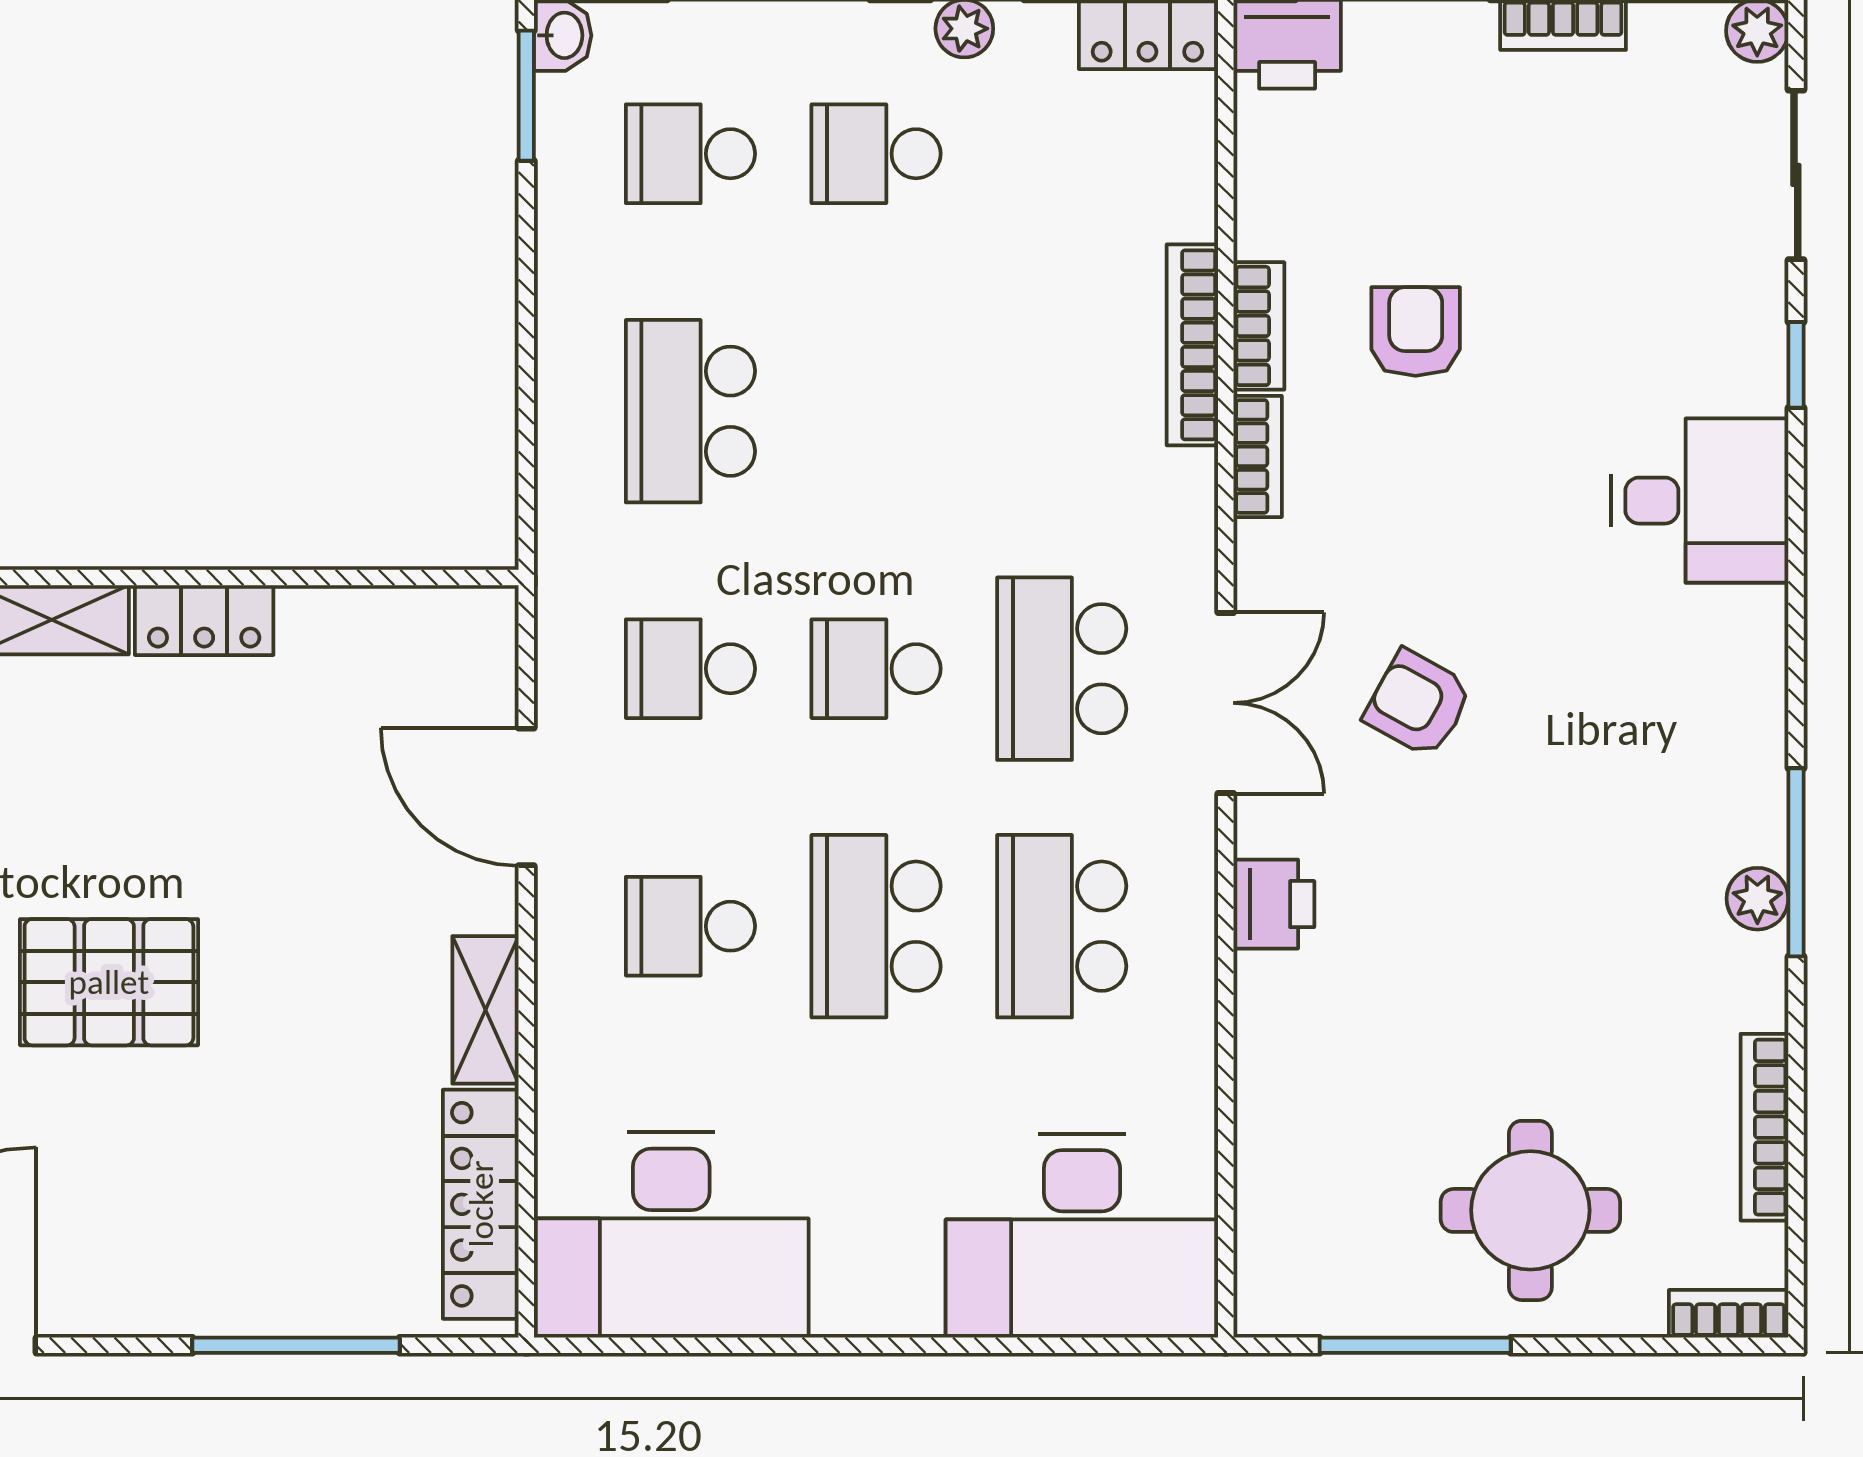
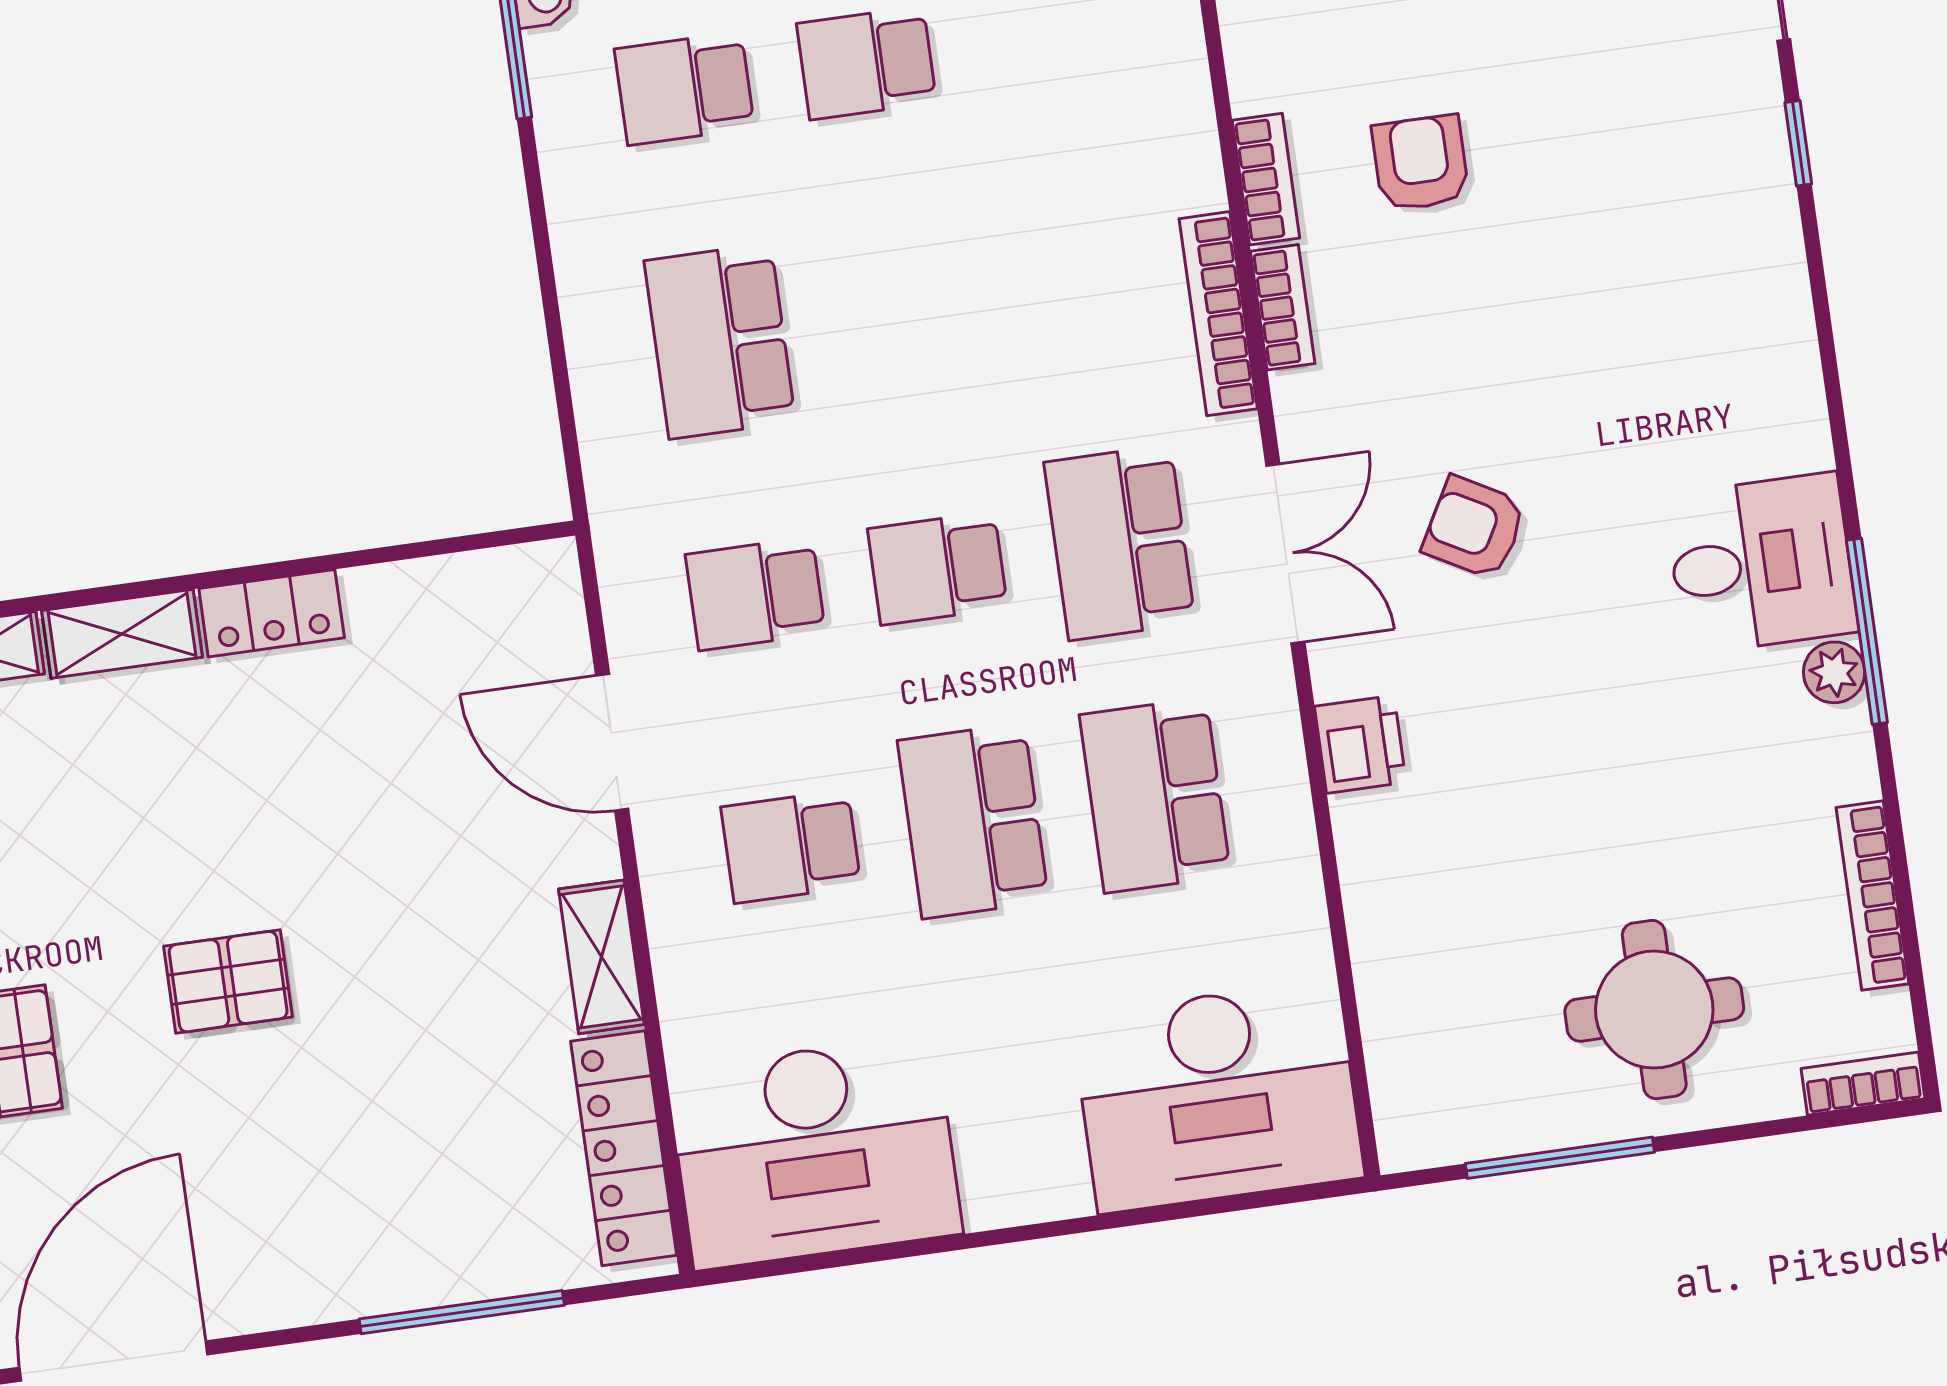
bookcase: (1192, 345) -> (1218, 314), moved
desk: (1700, 501) -> (1761, 563), moved
pallet: (109, 982) -> (228, 982), width x0.67, depth x0.71

